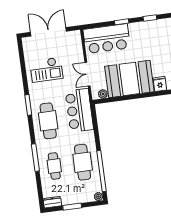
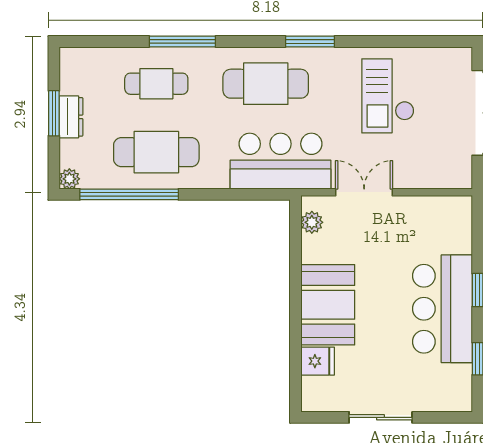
bar counter: (107, 39) -> (442, 309), moved
booth: (129, 79) -> (328, 305), width x0.73, depth x0.70
dresser: (52, 202) -> (71, 117), moved

